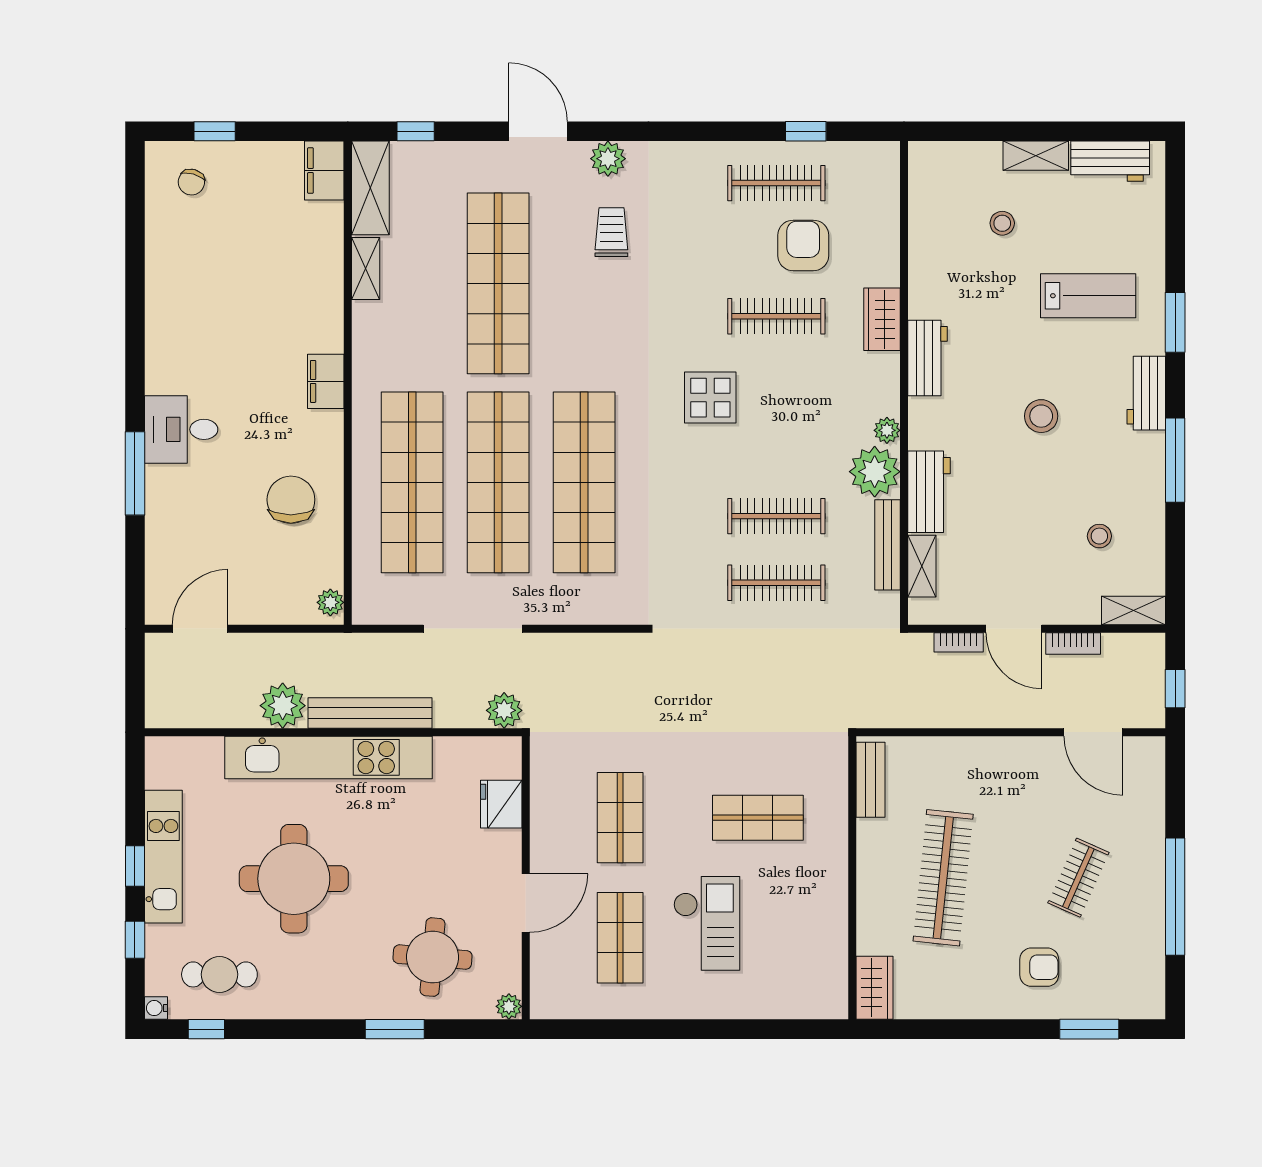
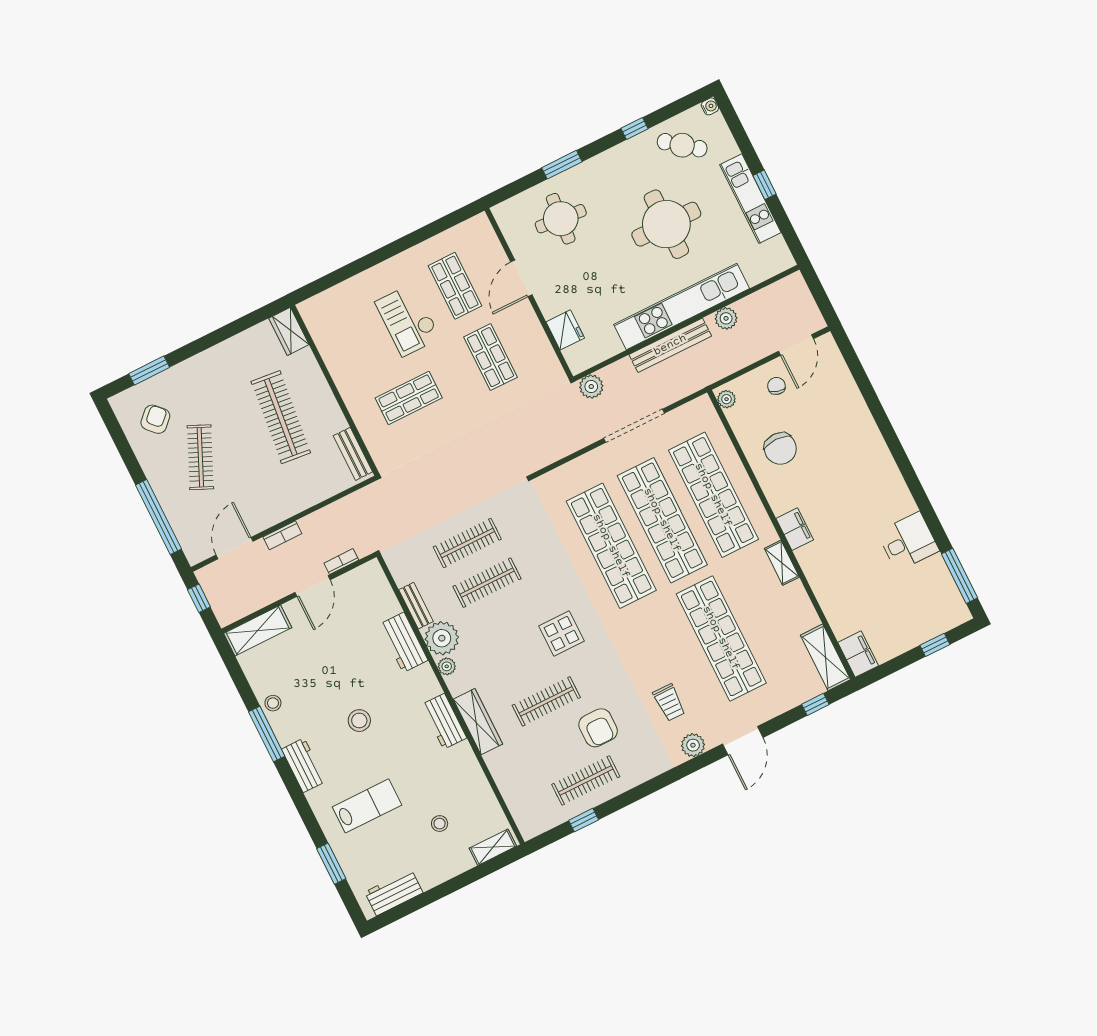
door: (538, 131) -> (743, 741), hinge flipped
shelving: (1036, 156) -> (493, 847), moved
chair: (191, 182) -> (776, 386), moved
armchair: (803, 245) -> (598, 728), moved
shelving: (366, 269) -> (782, 563), moved
lab bench: (1088, 296) -> (367, 806), turned 180
wardrobe: (882, 319) -> (478, 722), width x1.50
window: (1175, 322) -> (331, 864), moved
desk: (181, 429) -> (908, 541), moved
window: (135, 473) -> (960, 576), moved
stool: (1099, 536) -> (273, 703), moved
bench: (888, 545) -> (416, 606), width x0.73
shelving: (922, 566) -> (386, 596), removed
shelving: (1134, 610) -> (258, 630), width x1.50, depth x1.33
door: (1014, 629) -> (313, 586), swing flipped
bookcase: (1073, 643) -> (282, 535), moved, turned 180
plant: (283, 706) -> (726, 318), width x0.73, depth x0.73
door: (1093, 732) -> (235, 548), hinge flipped
clothes rail: (1078, 878) -> (200, 457), width x1.36
window: (1175, 897) -> (158, 517), moved
window: (135, 940) -> (743, 141), removed
armchair: (1039, 967) -> (155, 419), moved, turned 136
cafe table: (219, 974) -> (682, 145), turned 38
plant: (509, 1006) -> (501, 212), removed
window: (206, 1029) -> (634, 129), moved

